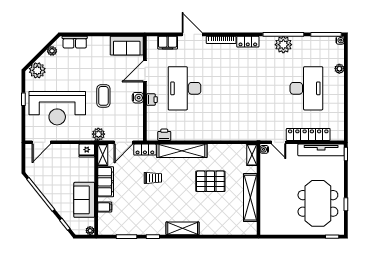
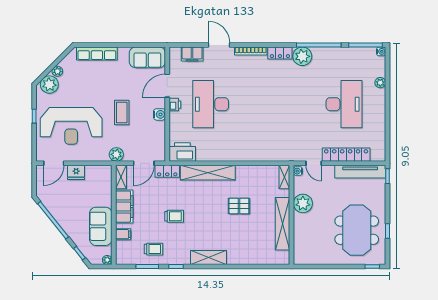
row of seats: (75, 42) -> (97, 54), width x1.48
plant: (283, 45) -> (302, 56), moved
plant: (52, 51) -> (57, 71), moved
printer: (152, 100) -> (175, 105), moved
printer: (164, 135) -> (182, 152), width x1.87, depth x1.48
fridge: (87, 151) -> (76, 172), moved
trolley: (153, 178) -> (174, 216), moved
plant: (269, 179) -> (303, 203), added
pallet: (210, 181) -> (239, 206), width x0.67, depth x0.71
trolley: (132, 221) -> (153, 249), added

